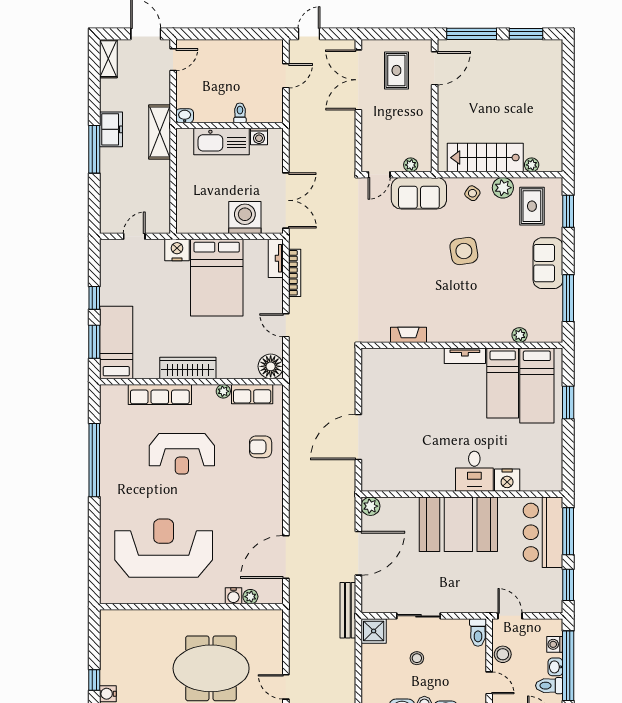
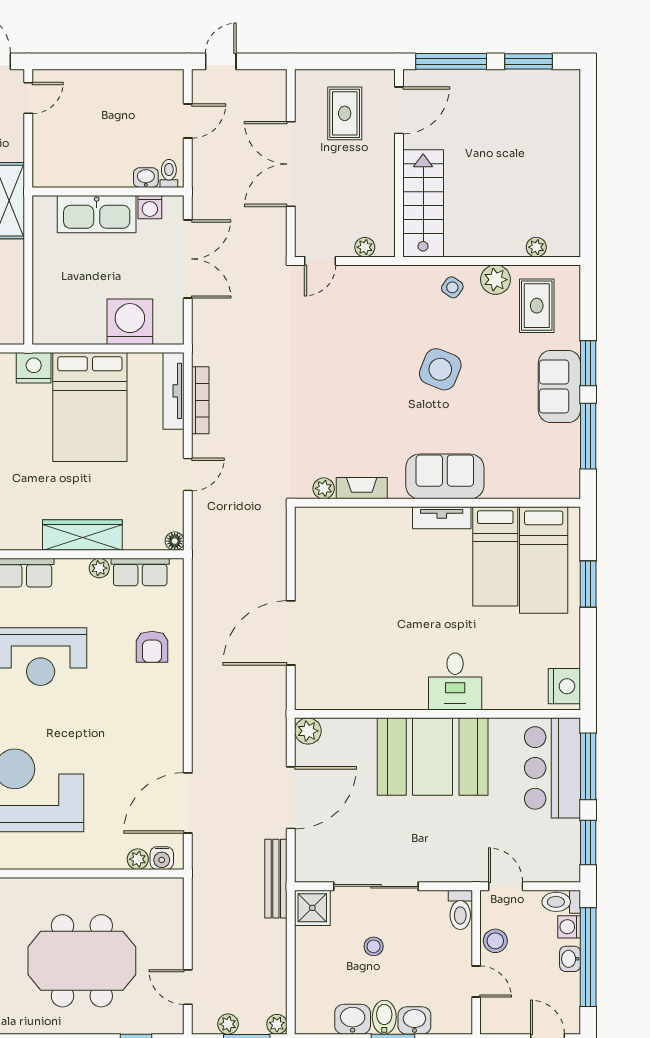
double door: (358, 80) -> (291, 164), moved
toilet: (240, 113) -> (169, 173), moved
washbasin: (185, 116) -> (146, 178), moved
stairs: (485, 158) -> (423, 203), moved, turned 90
sofa: (419, 193) -> (445, 476), moved, turned 180
double door: (286, 200) -> (188, 259), moved
window: (568, 211) -> (588, 363), moved
side table: (464, 251) -> (440, 369), turned 31
tv unit: (276, 258) -> (174, 391), width x1.41
door: (286, 325) -> (188, 475), swing flipped
plant: (520, 335) -> (324, 488), moved
floor lamp: (271, 366) -> (175, 541), width x0.53, depth x0.53
wardrobe: (188, 368) -> (82, 535), moved
armchair: (261, 447) -> (152, 647), turned -90
nightstand: (507, 480) -> (564, 686), moved, turned -90
water cooler: (233, 596) -> (162, 858), moved
sliding door: (419, 616) -> (376, 886), width x1.37
toilet: (549, 686) -> (561, 902), moved

